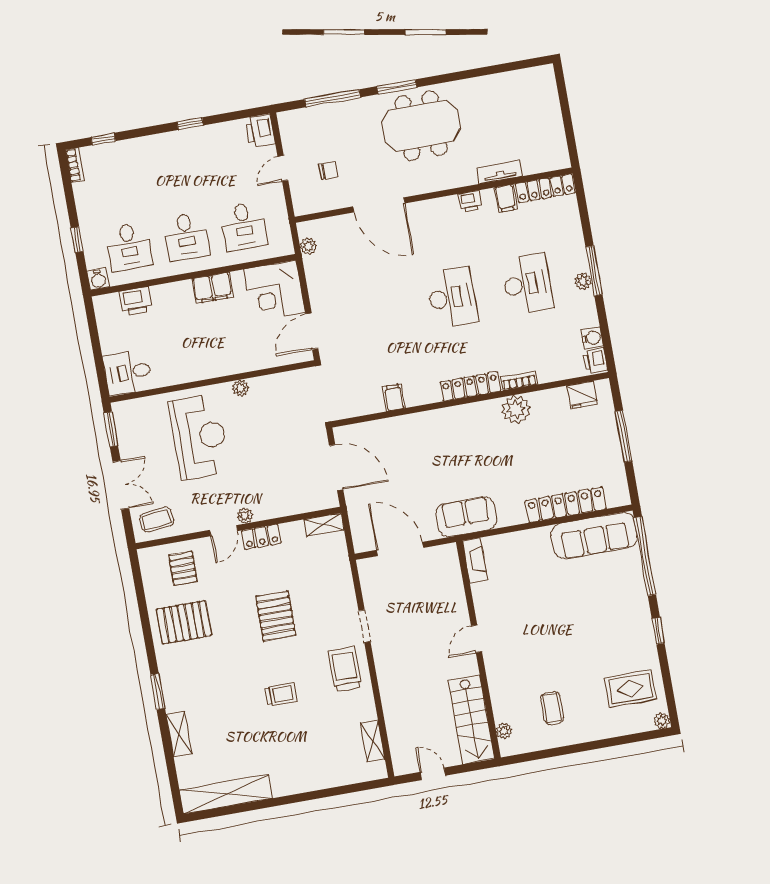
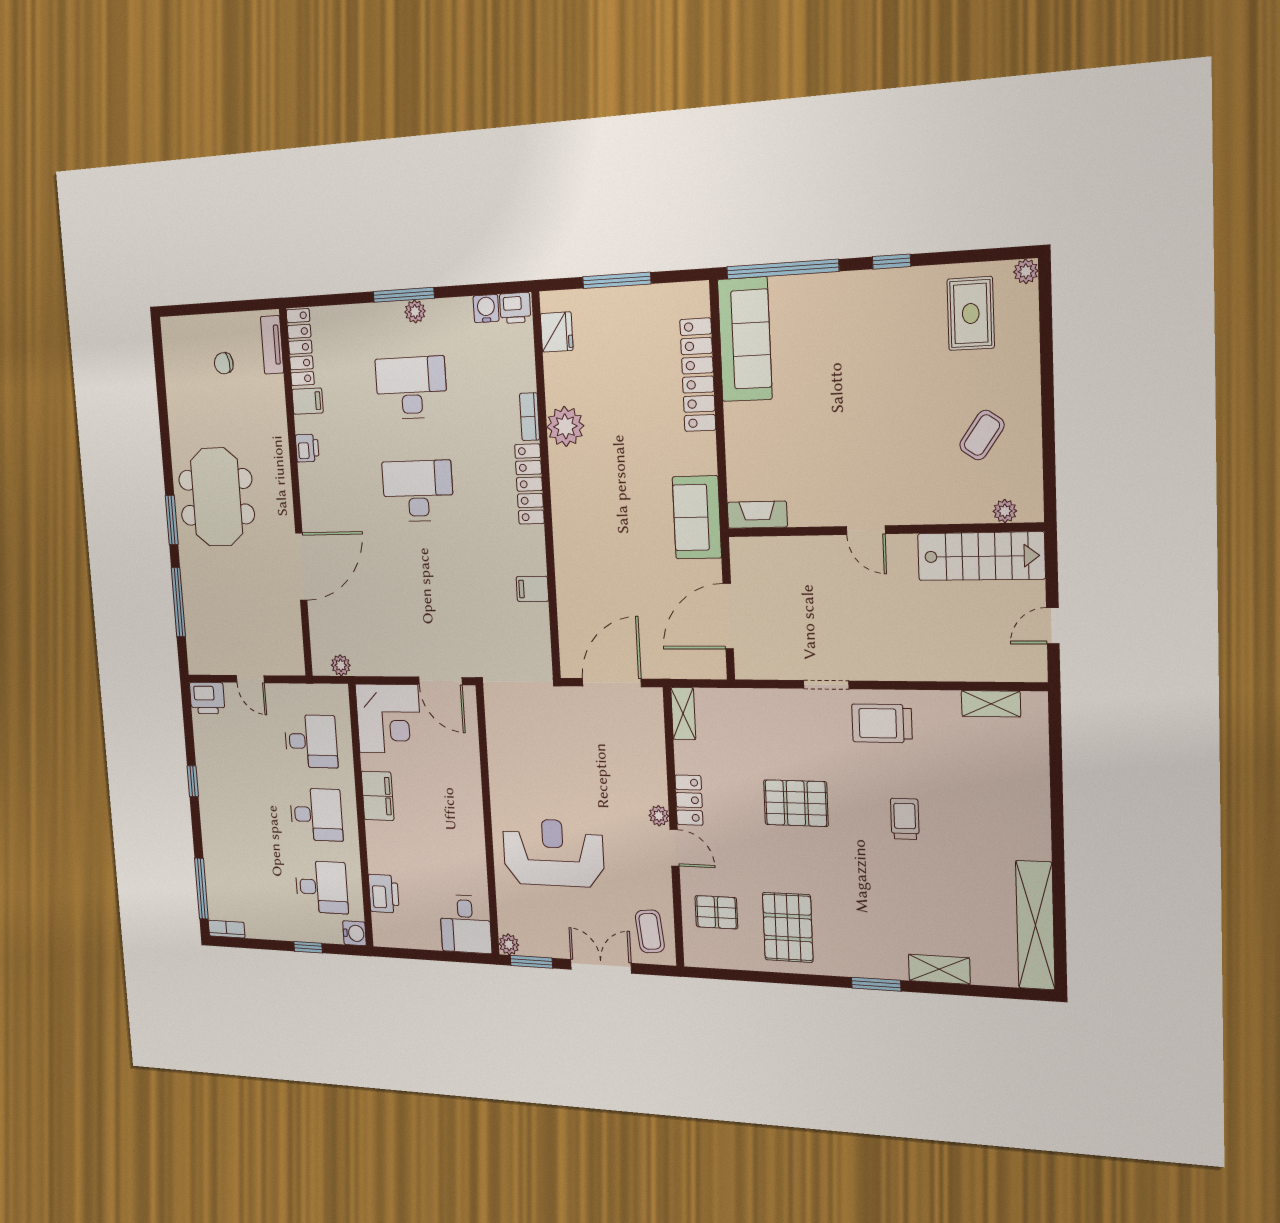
window: (103, 139) -> (201, 889), width x2.17
chair: (328, 170) -> (224, 363), moved, turned -100
tv unit: (500, 172) -> (272, 345), moved
plant: (241, 388) -> (509, 944), moved
coffee table: (552, 708) -> (982, 435), turned -55

